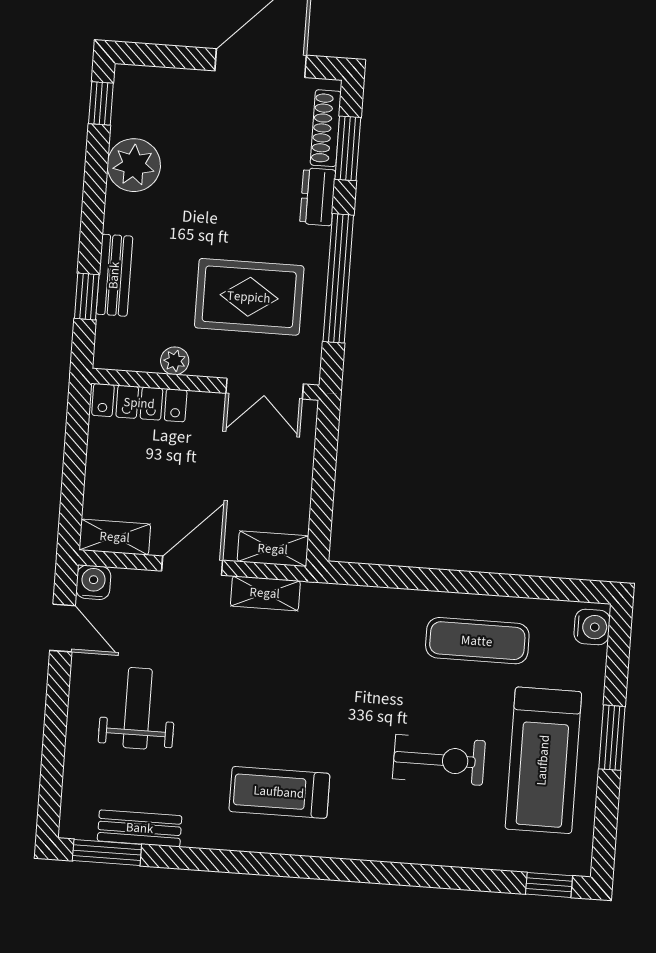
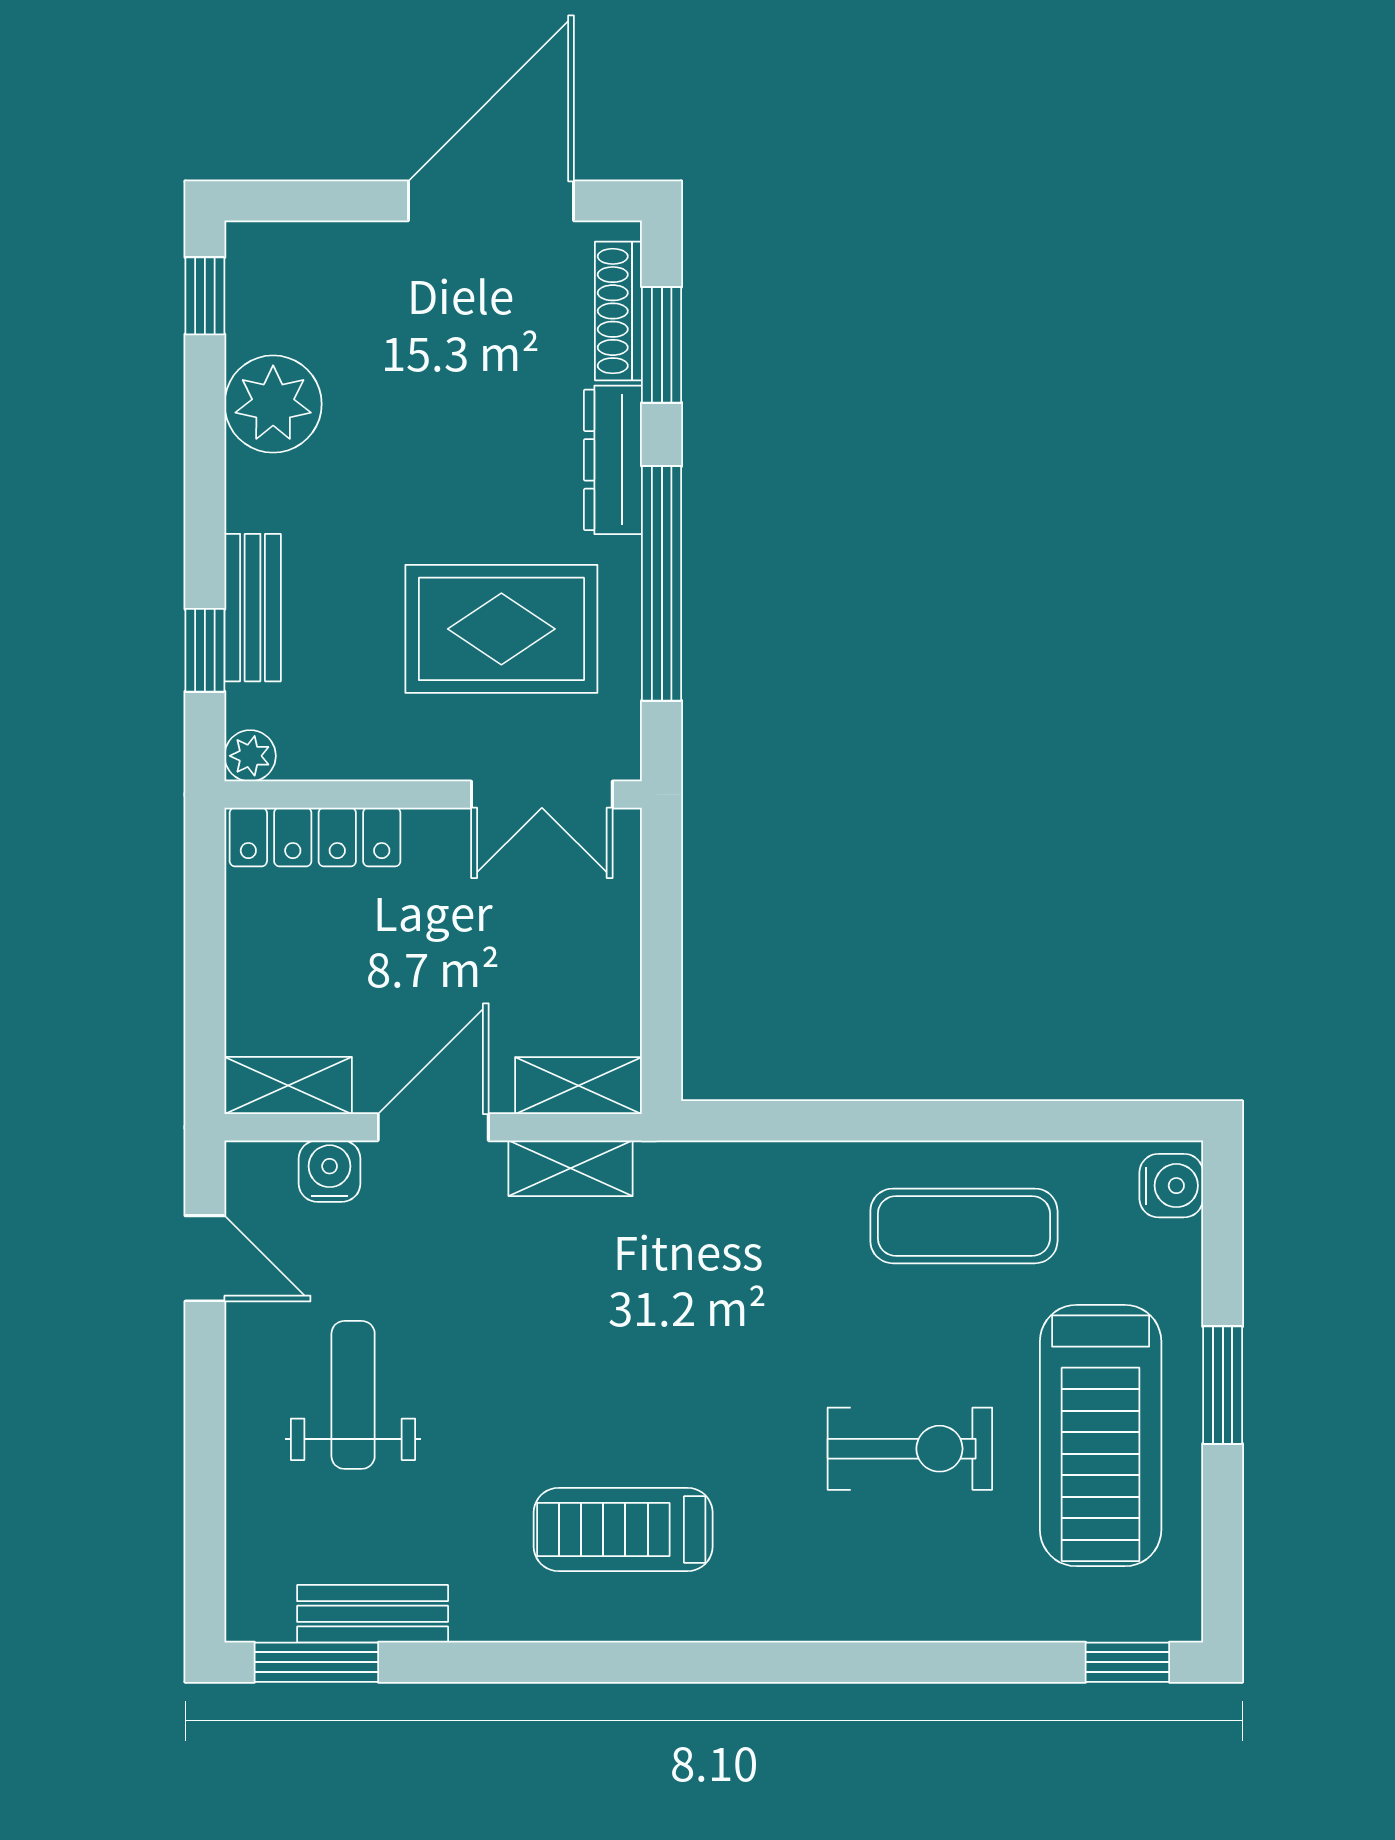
dresser: (318, 197) -> (613, 460), width x1.44
plant: (175, 361) -> (250, 756), moved
water cooler: (93, 582) -> (330, 1171), moved

